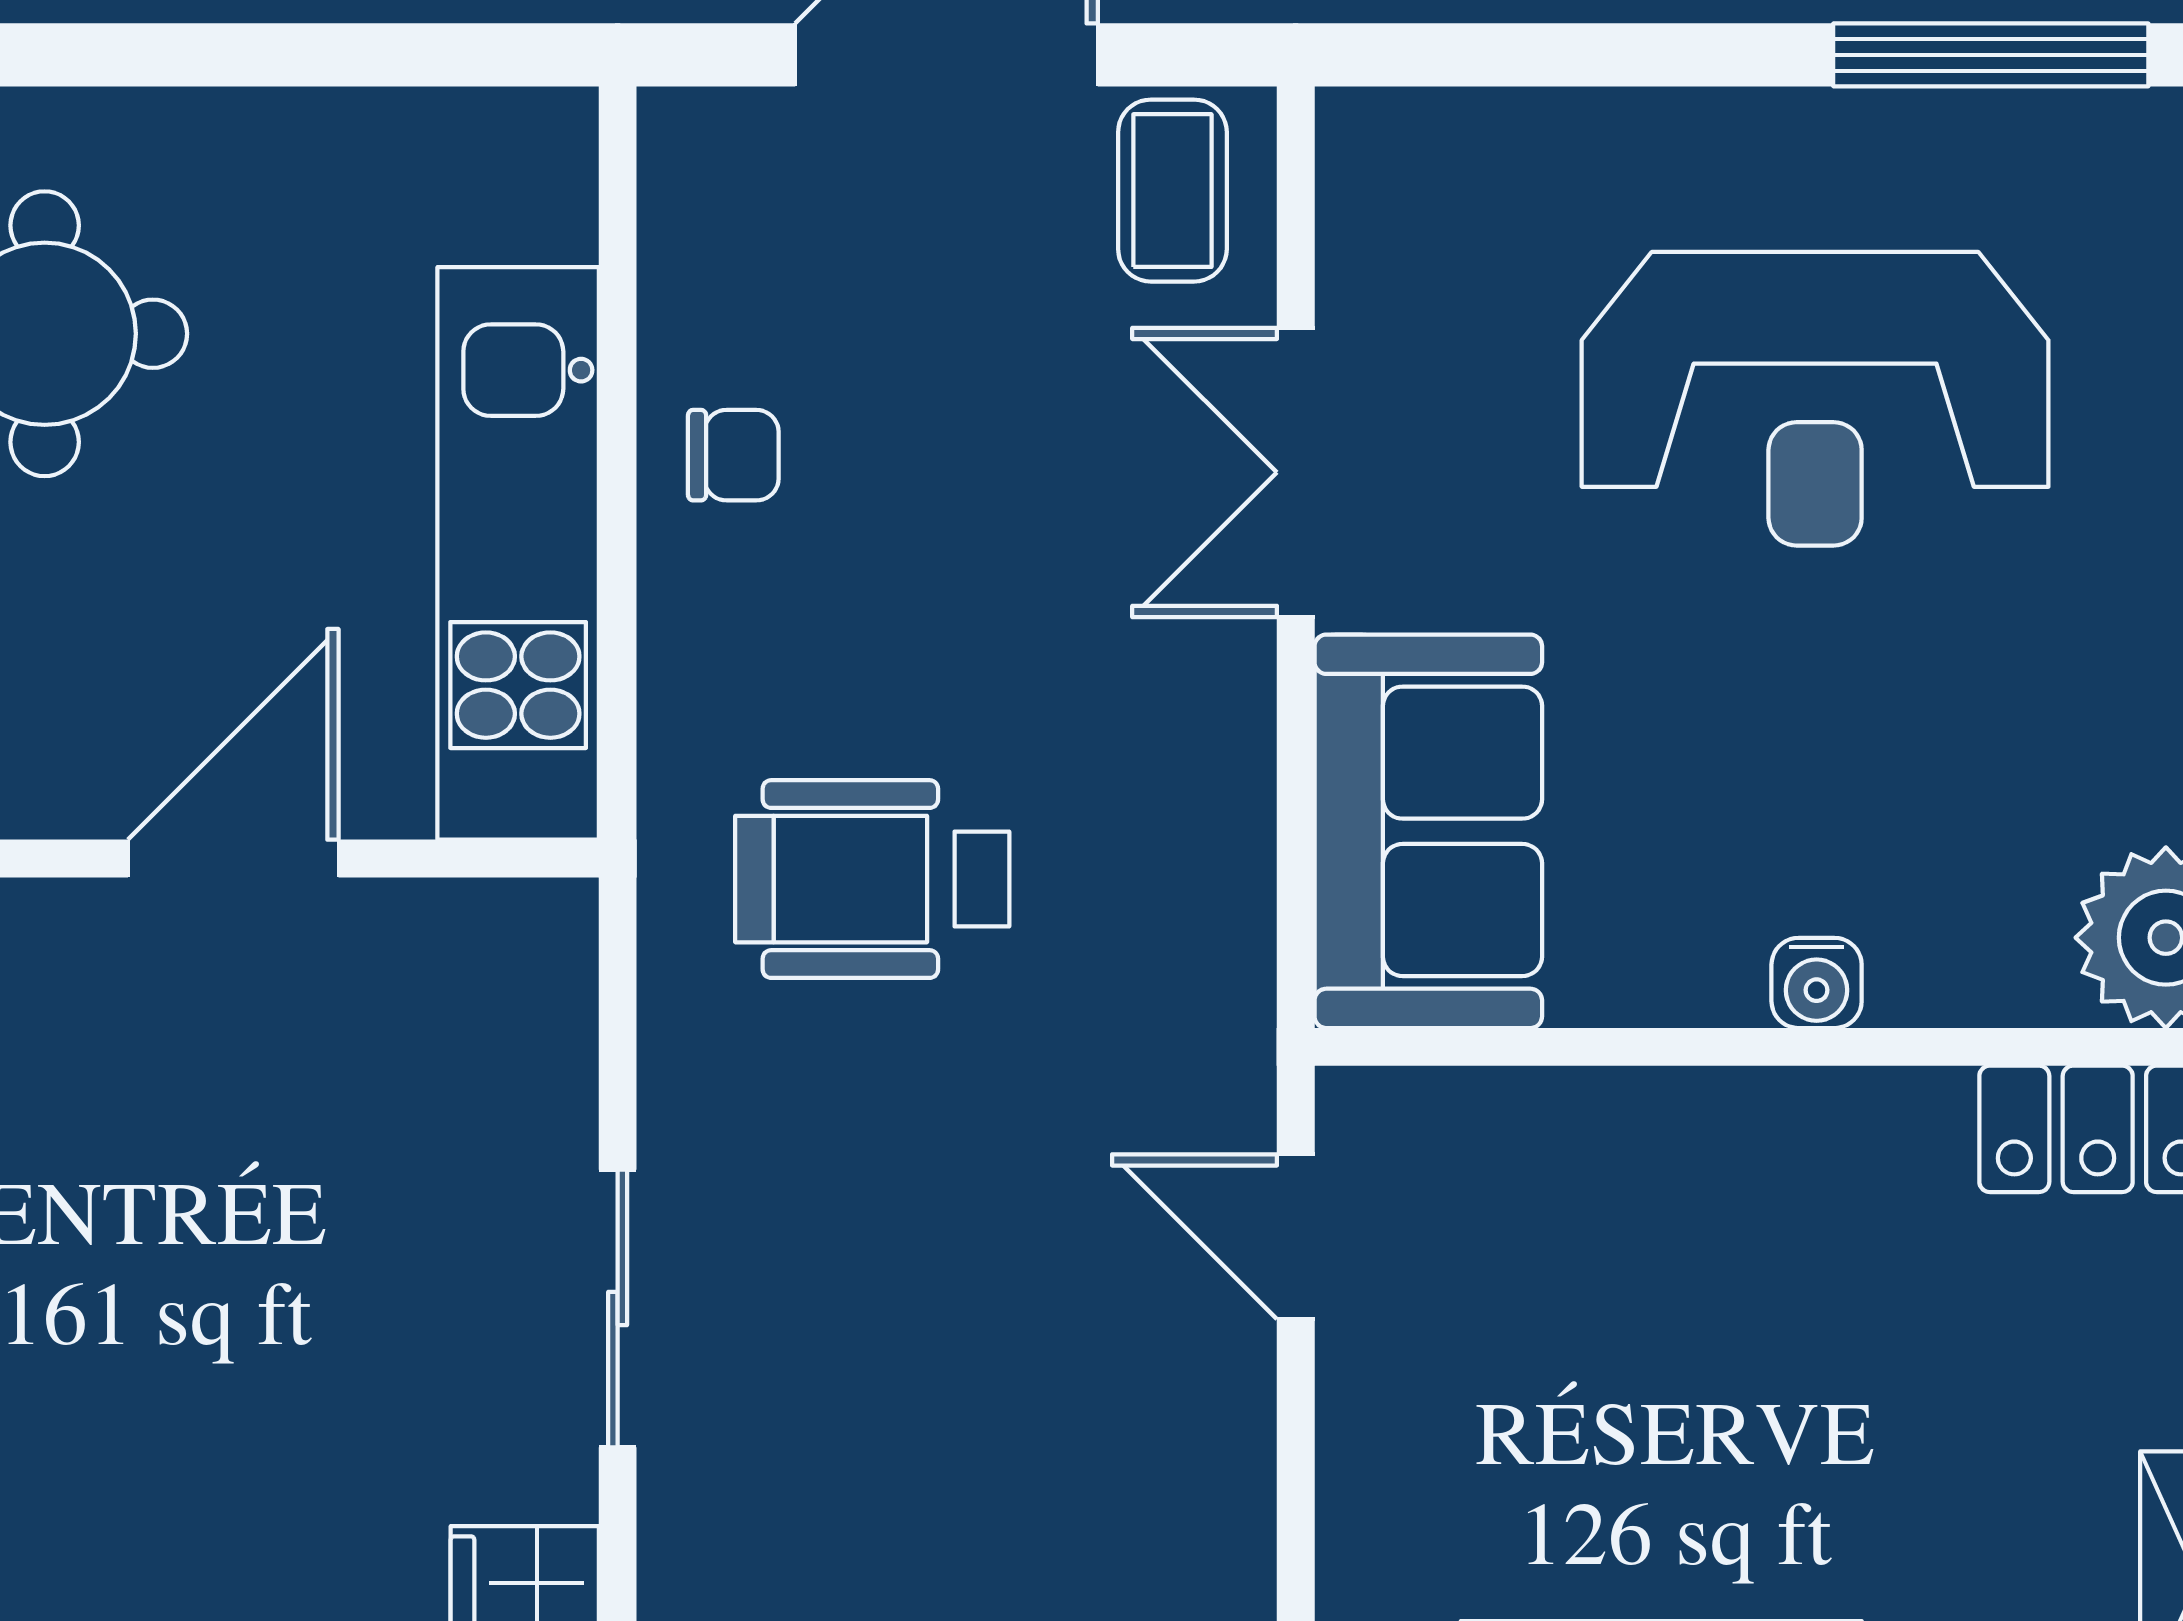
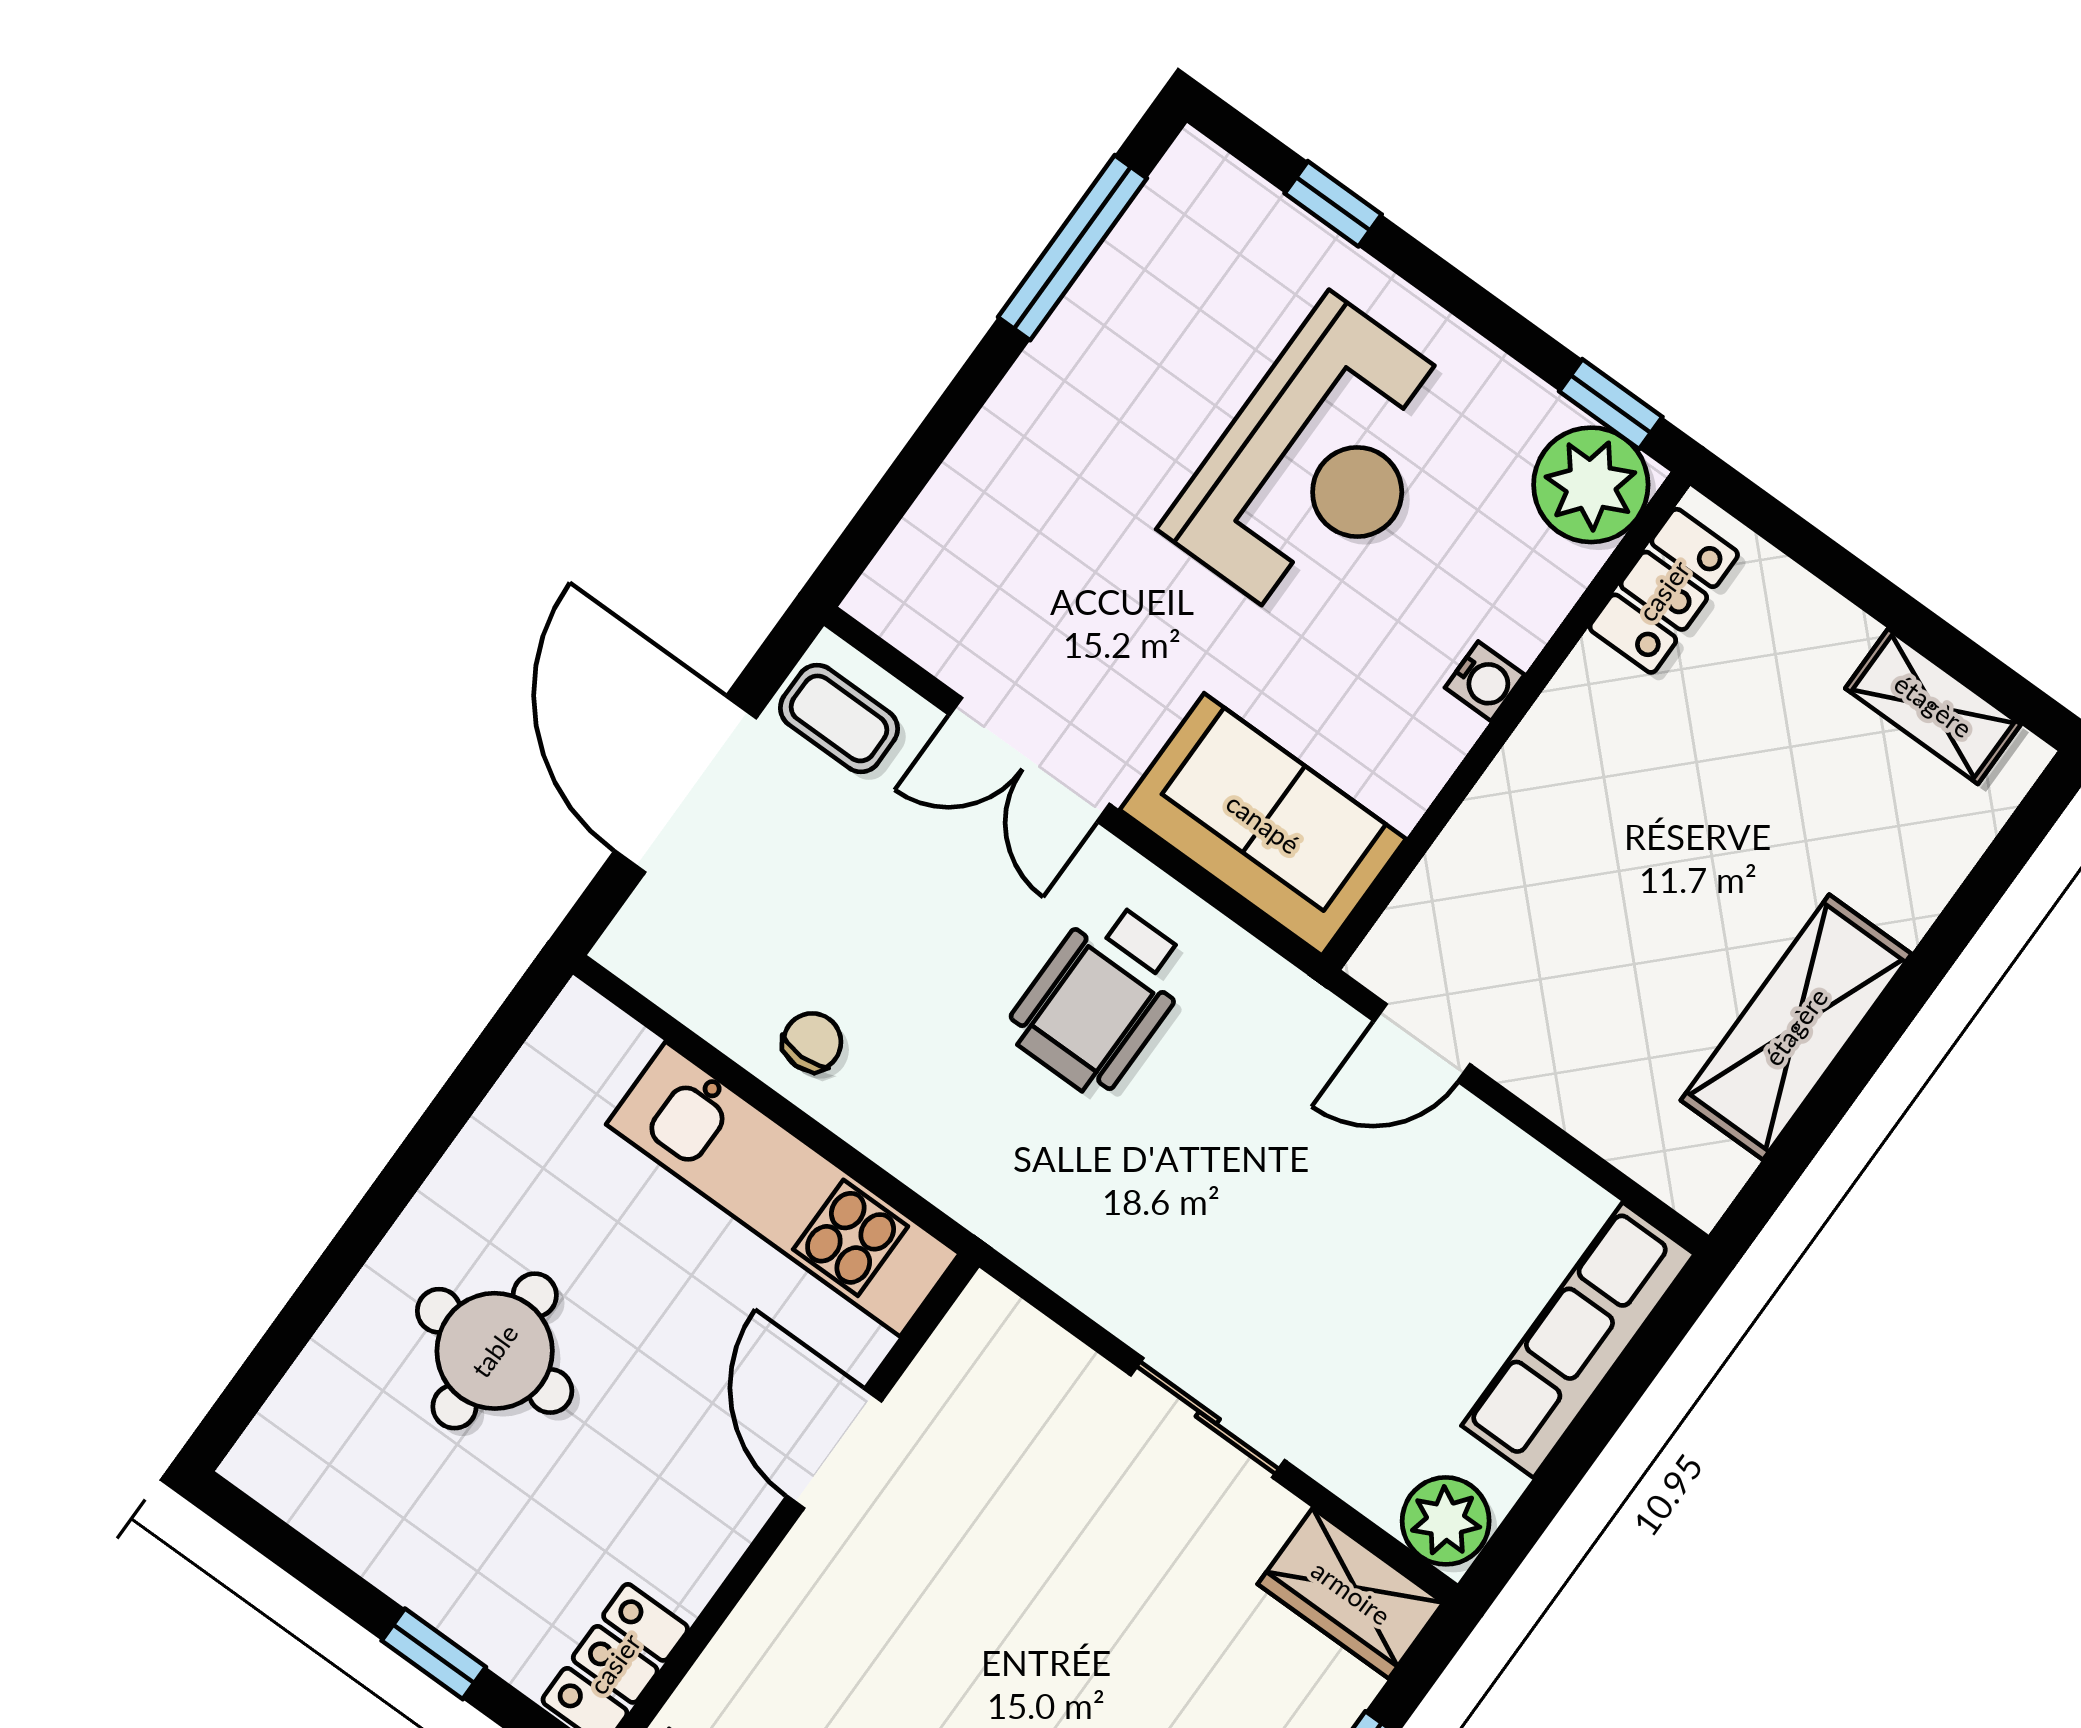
reception desk: (1815, 399) -> (1318, 464), moved
wheelchair: (872, 879) -> (1100, 998), moved

